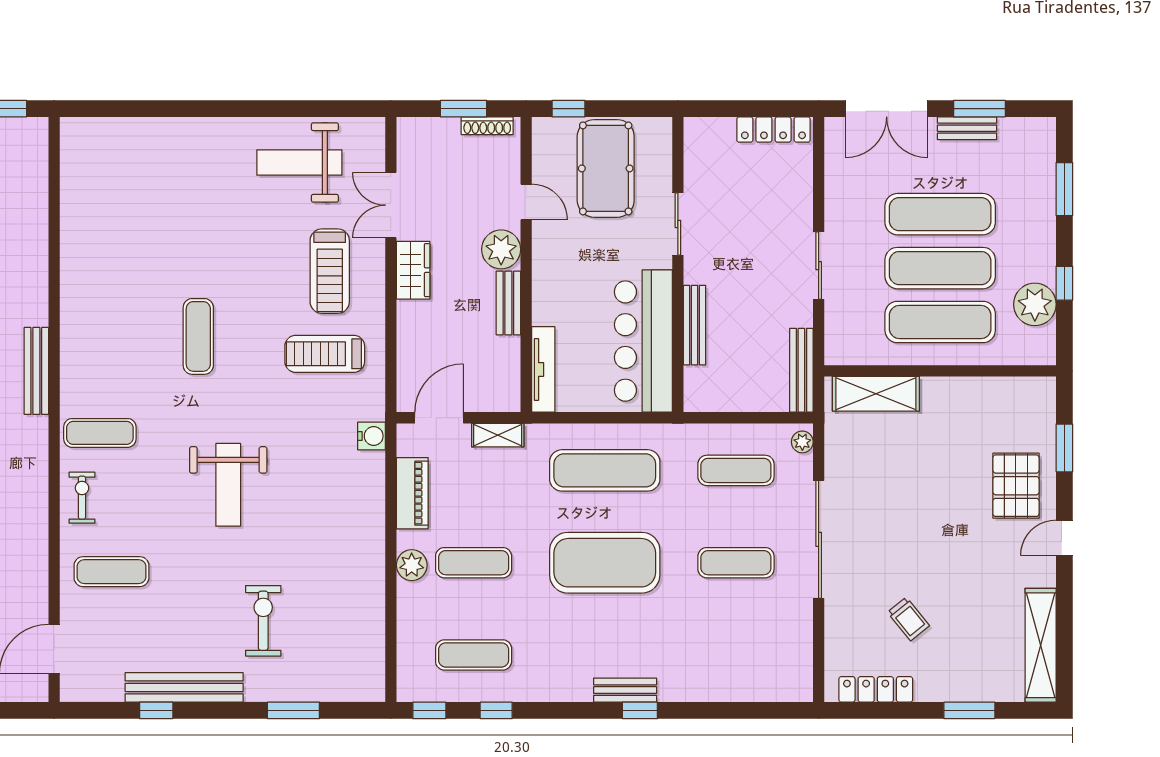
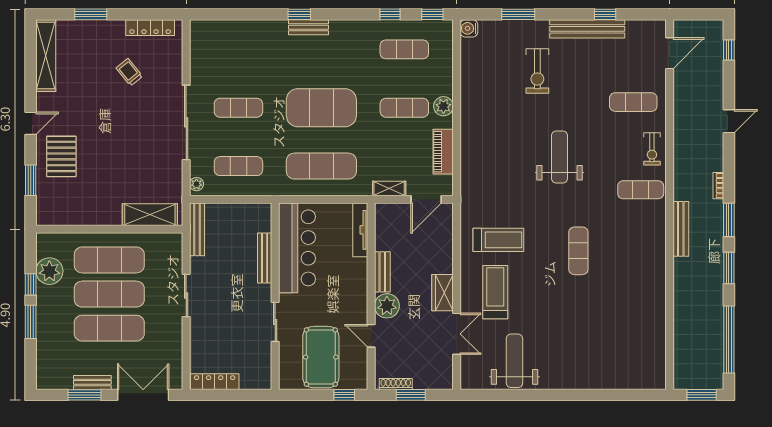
weight bench: (299, 162) -> (514, 361), turned -90
window: (1064, 189) -> (31, 322), moved
water cooler: (371, 436) -> (469, 28), moved

